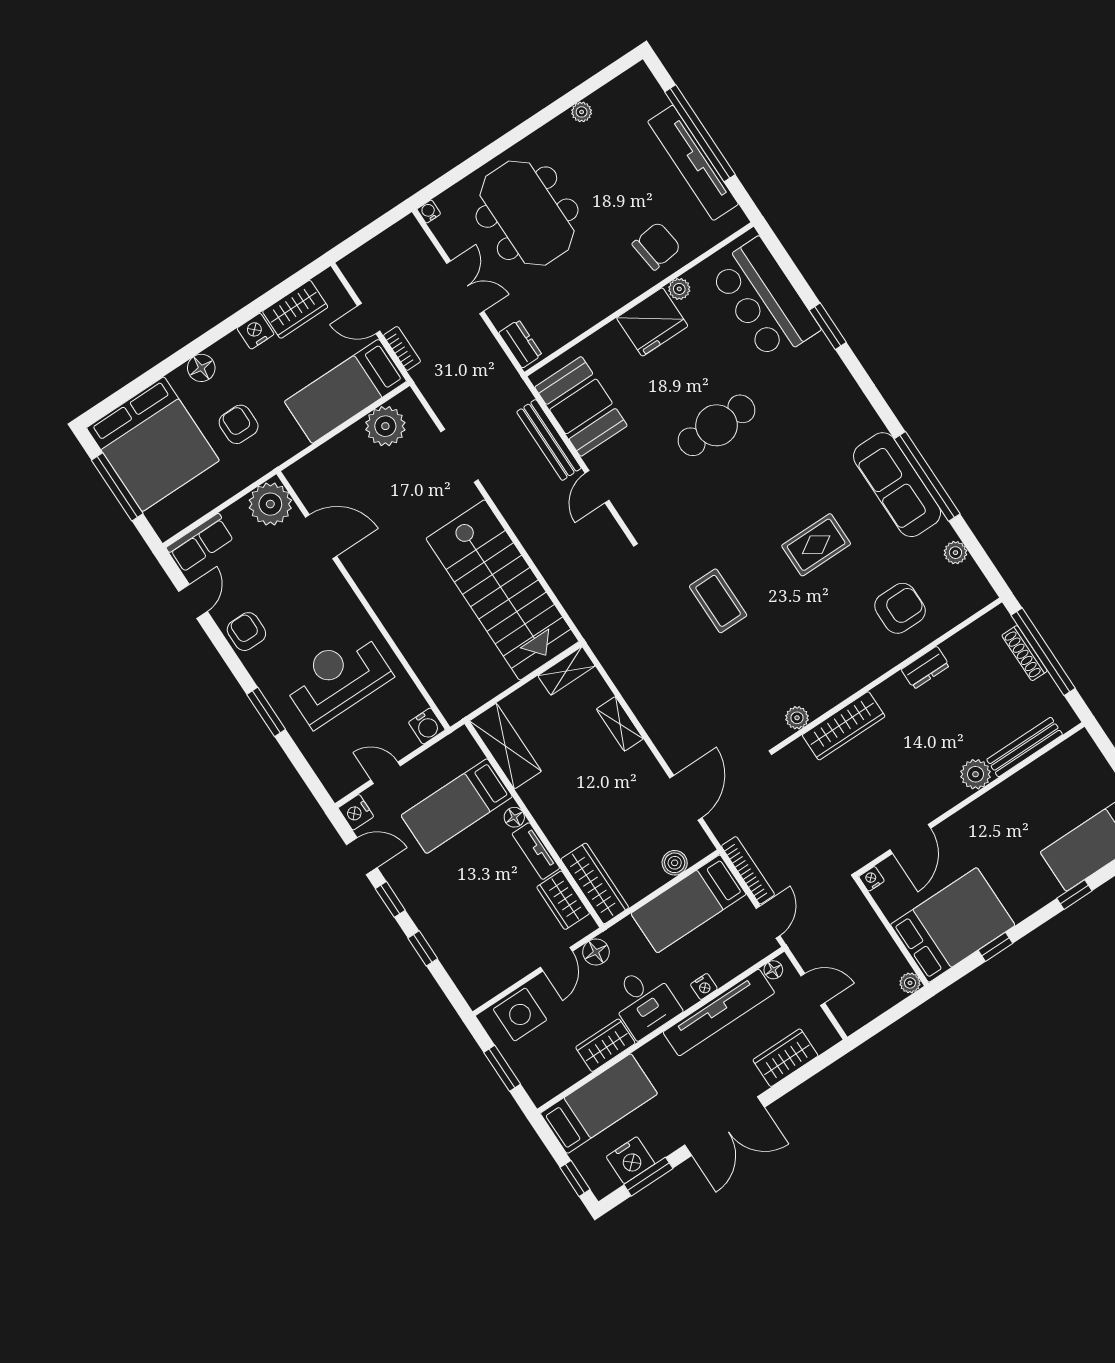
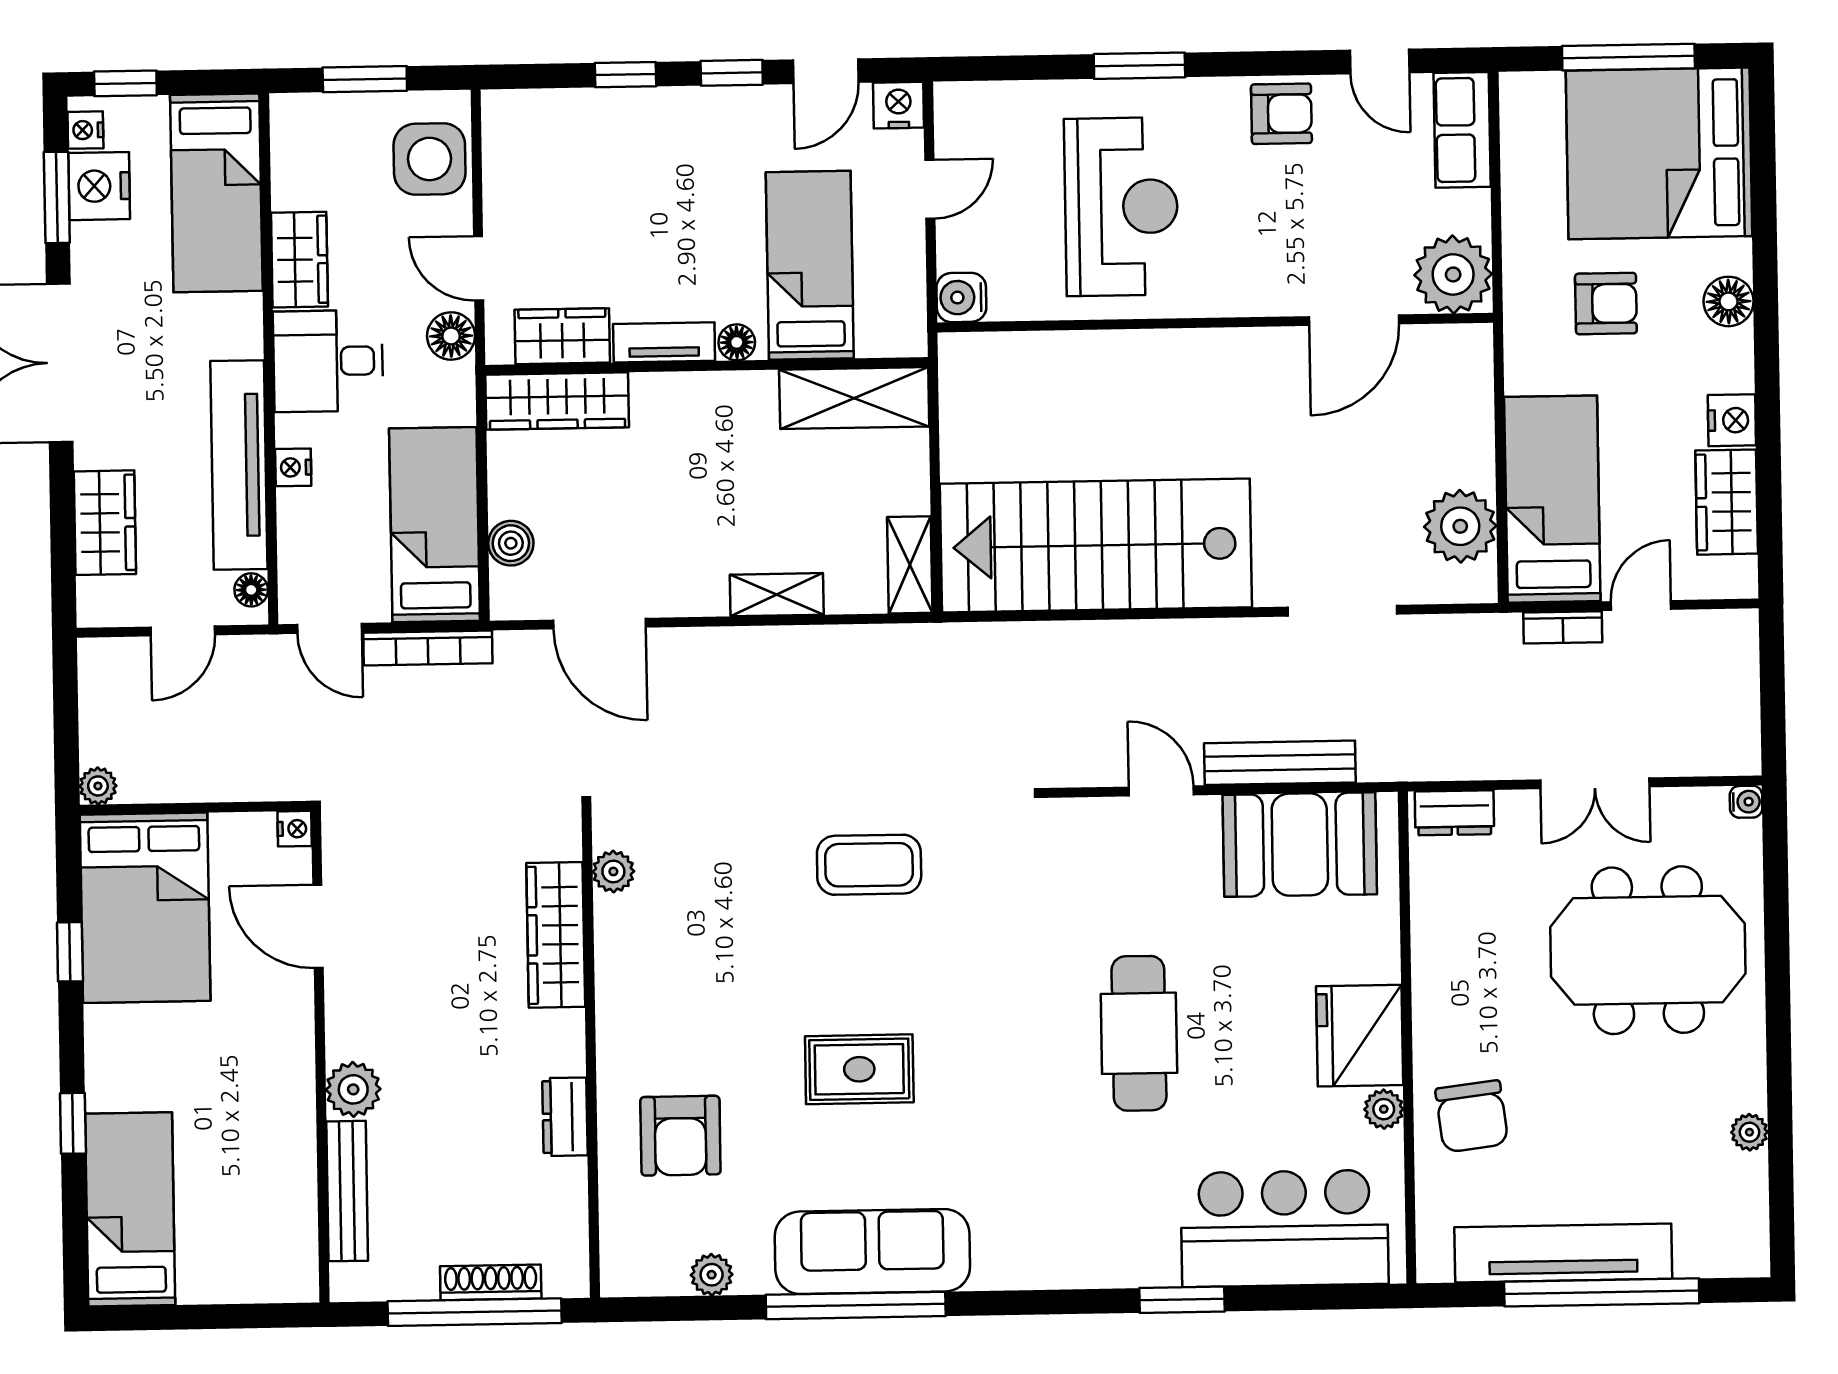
rug: (816, 545) -> (859, 1069), turned 90
nightstand: (609, 1183) -> (85, 130), added

